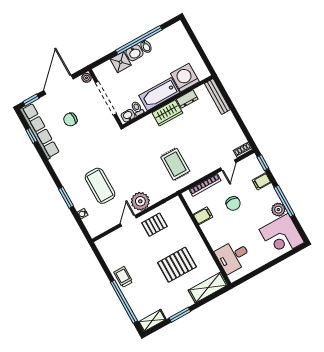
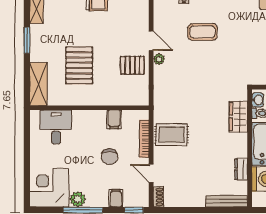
wardrobe: (167, 113) -> (238, 117), moved
rug: (175, 164) -> (172, 135), moved
coffee table: (100, 186) -> (202, 32), width x0.73, depth x0.76
plant: (140, 201) -> (159, 59), width x0.53, depth x0.53
chair: (233, 203) -> (109, 157), turned -90
pallet: (154, 225) -> (132, 65), turned 90

